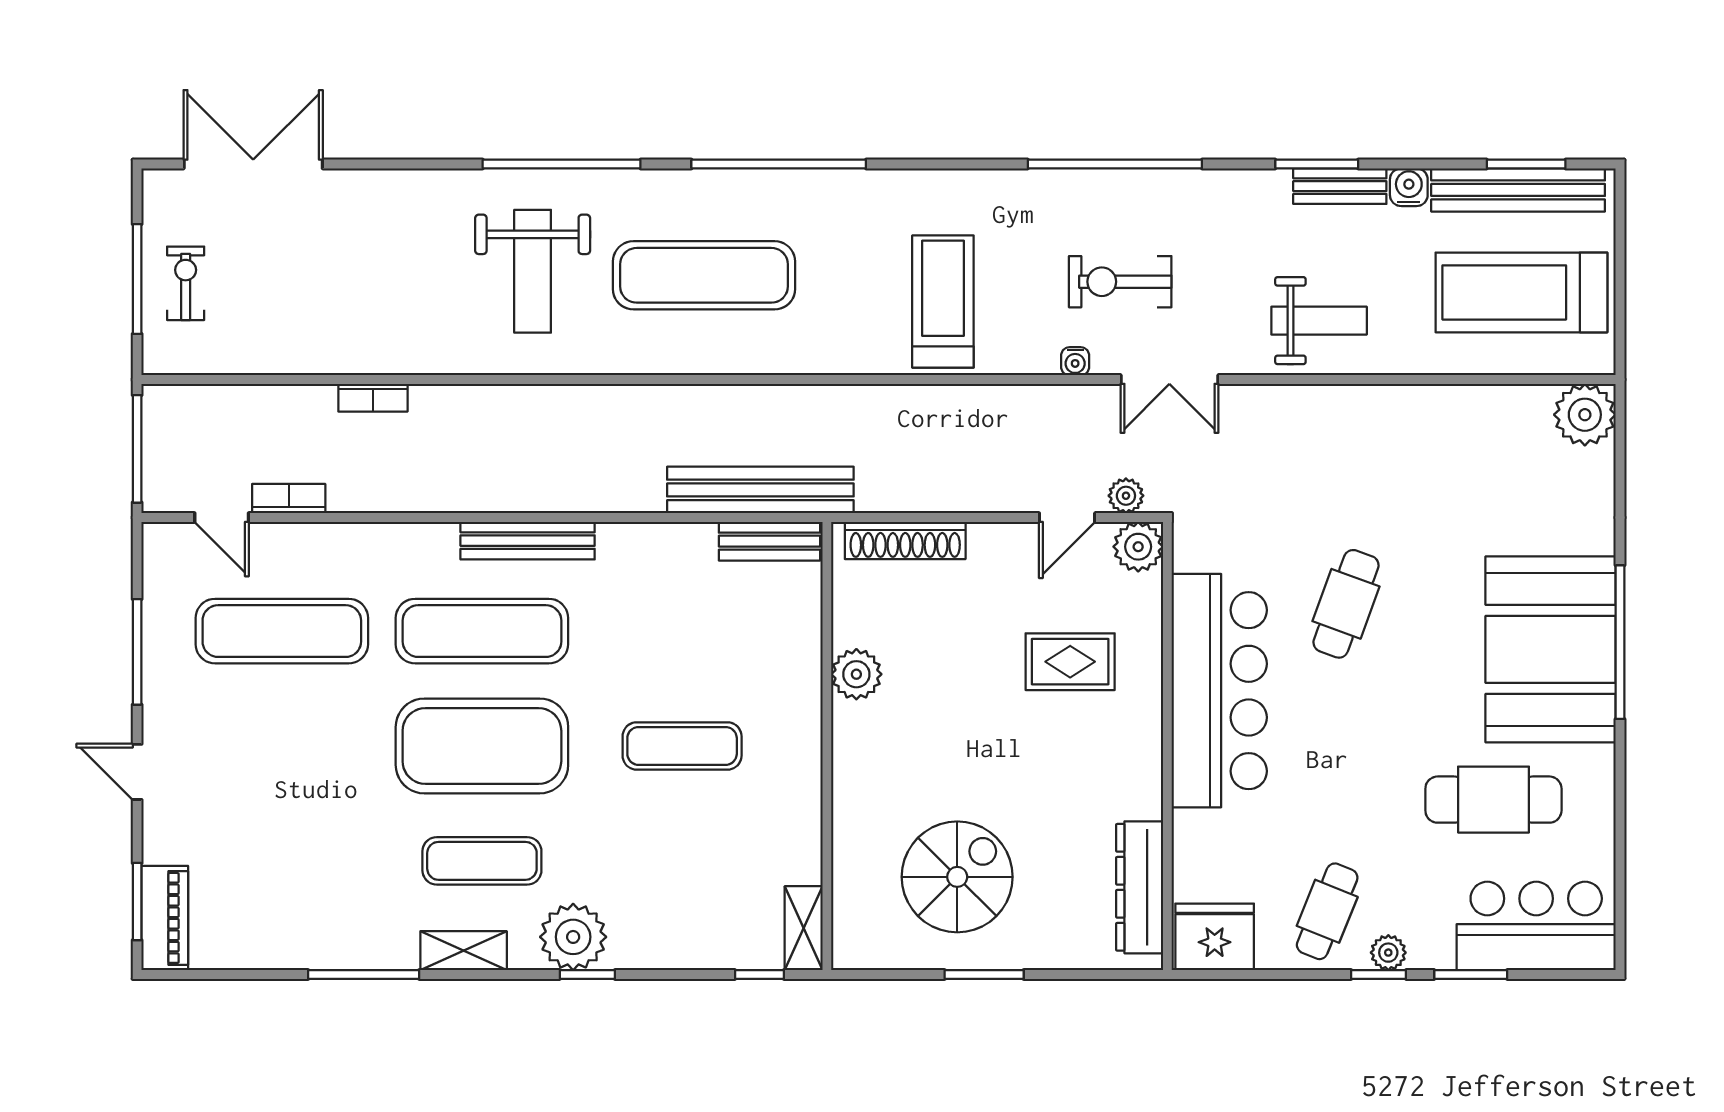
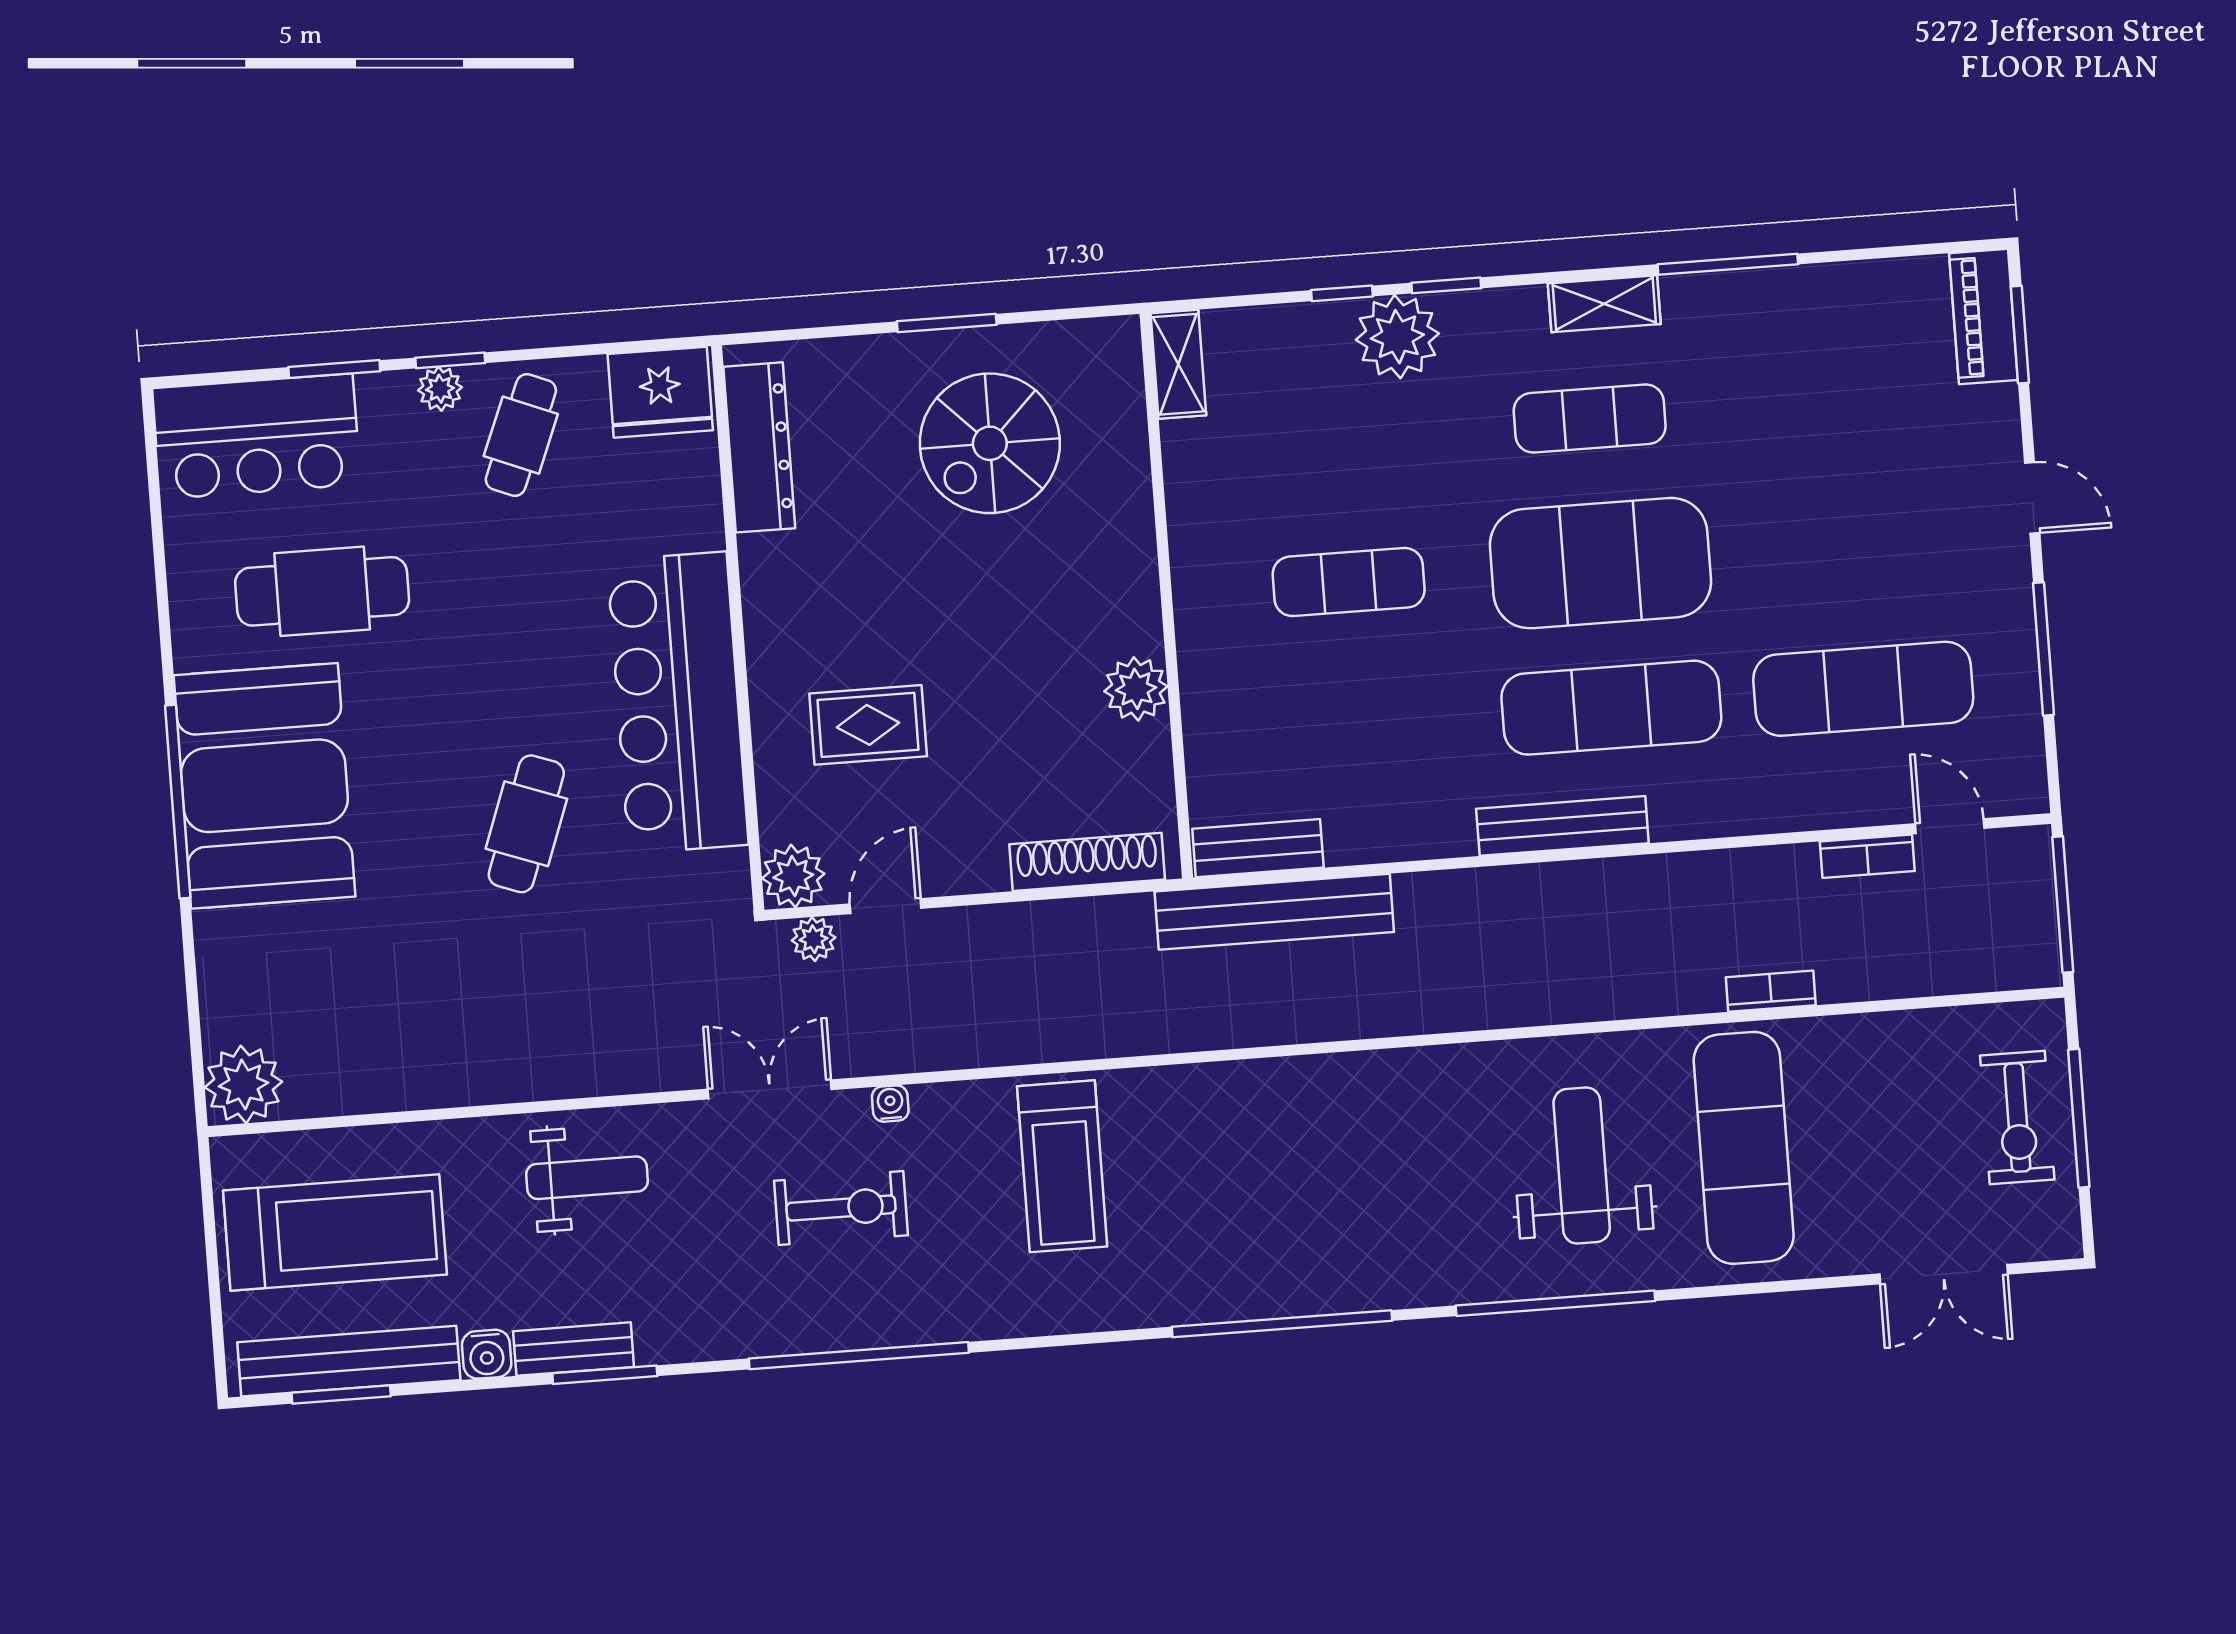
double door: (253, 164) -> (1944, 1274), width x0.73
exercise mat: (704, 275) -> (1744, 1148), moved, turned 90
exercise bike: (186, 283) -> (2017, 1117), width x1.38, depth x1.39
weight bench: (1319, 321) -> (587, 1178), turned 180
plant: (573, 937) -> (1397, 337), moved
window: (759, 974) -> (1342, 293), moved

